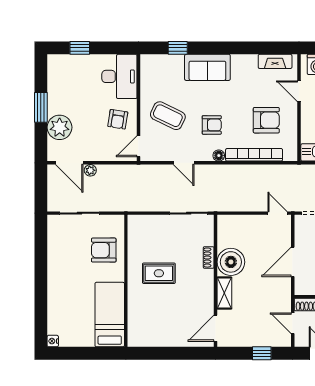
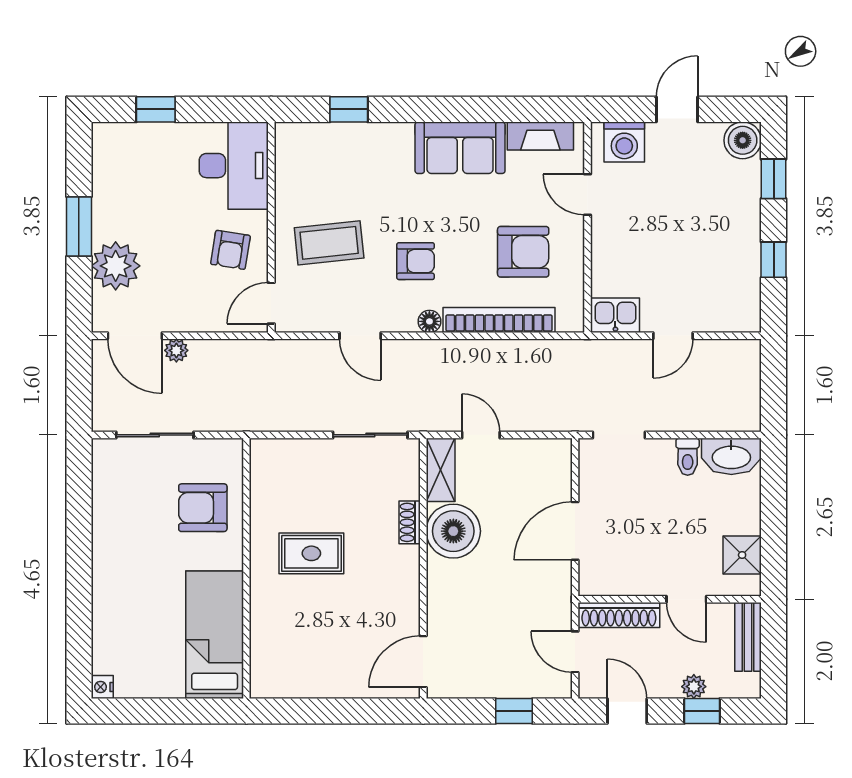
sofa: (207, 67) -> (460, 148), moved
coffee table: (168, 116) -> (329, 243), turned -32
door: (277, 213) -> (481, 435), moved
shelving: (224, 293) -> (441, 470), moved

